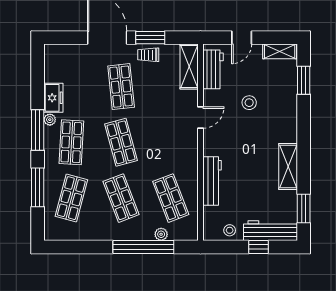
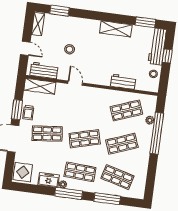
display table: (60, 58) -> (23, 172), added
workbench: (212, 181) -> (123, 82), width x0.73

